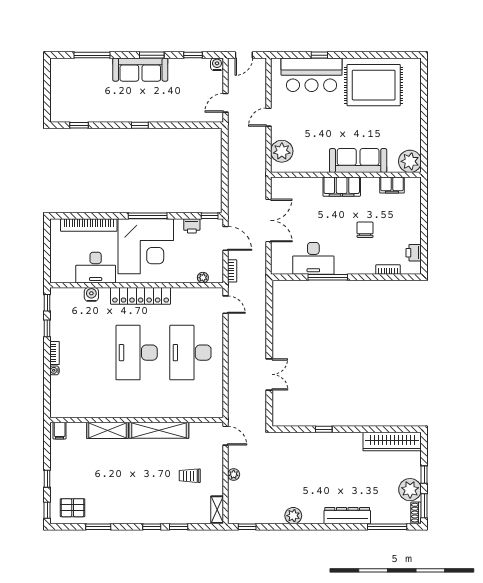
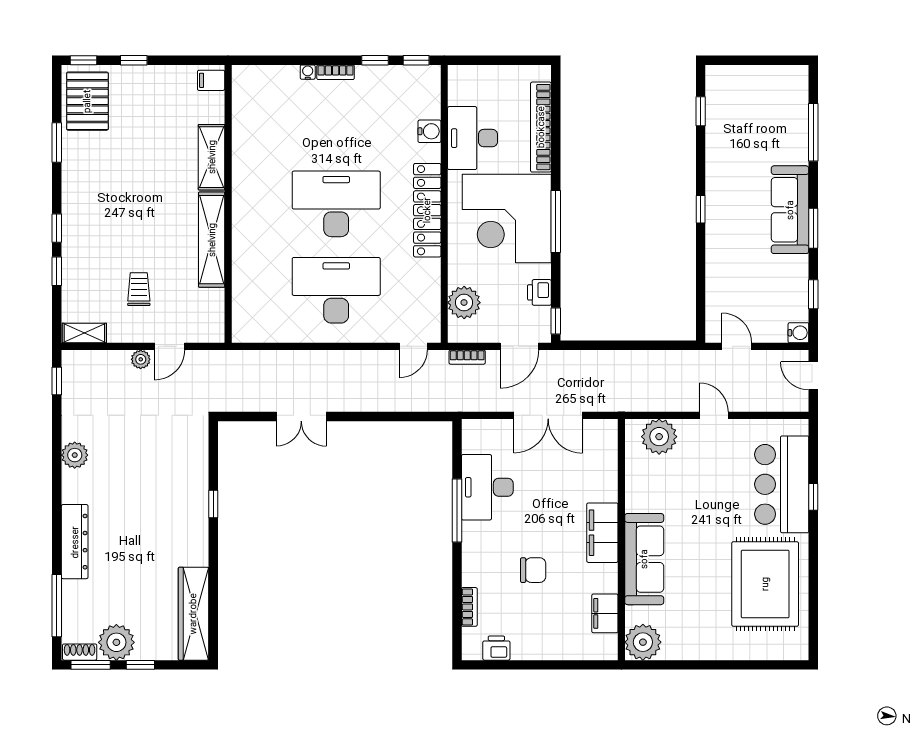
plant: (203, 278) -> (464, 303), width x1.88, depth x1.88
door: (226, 436) -> (170, 346), moved
pallet: (73, 508) -> (87, 101), width x1.50, depth x1.42

